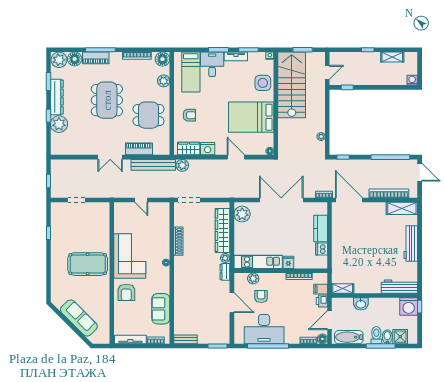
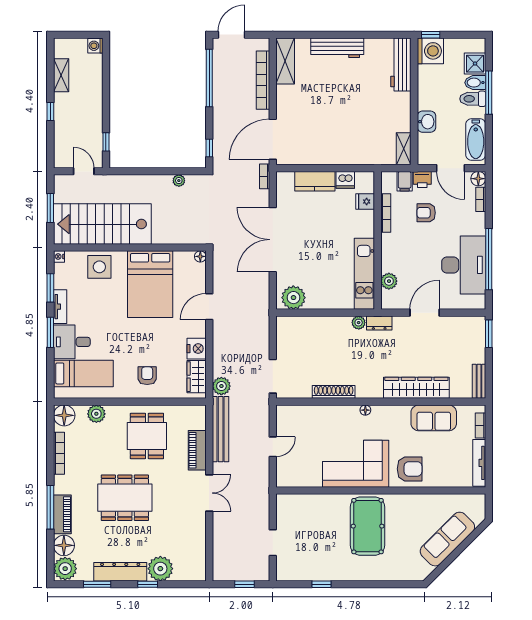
wardrobe: (223, 230) -> (416, 388), moved, turned 180
fridge: (288, 262) -> (365, 202), moved
armchair: (261, 296) -> (426, 213), moved

